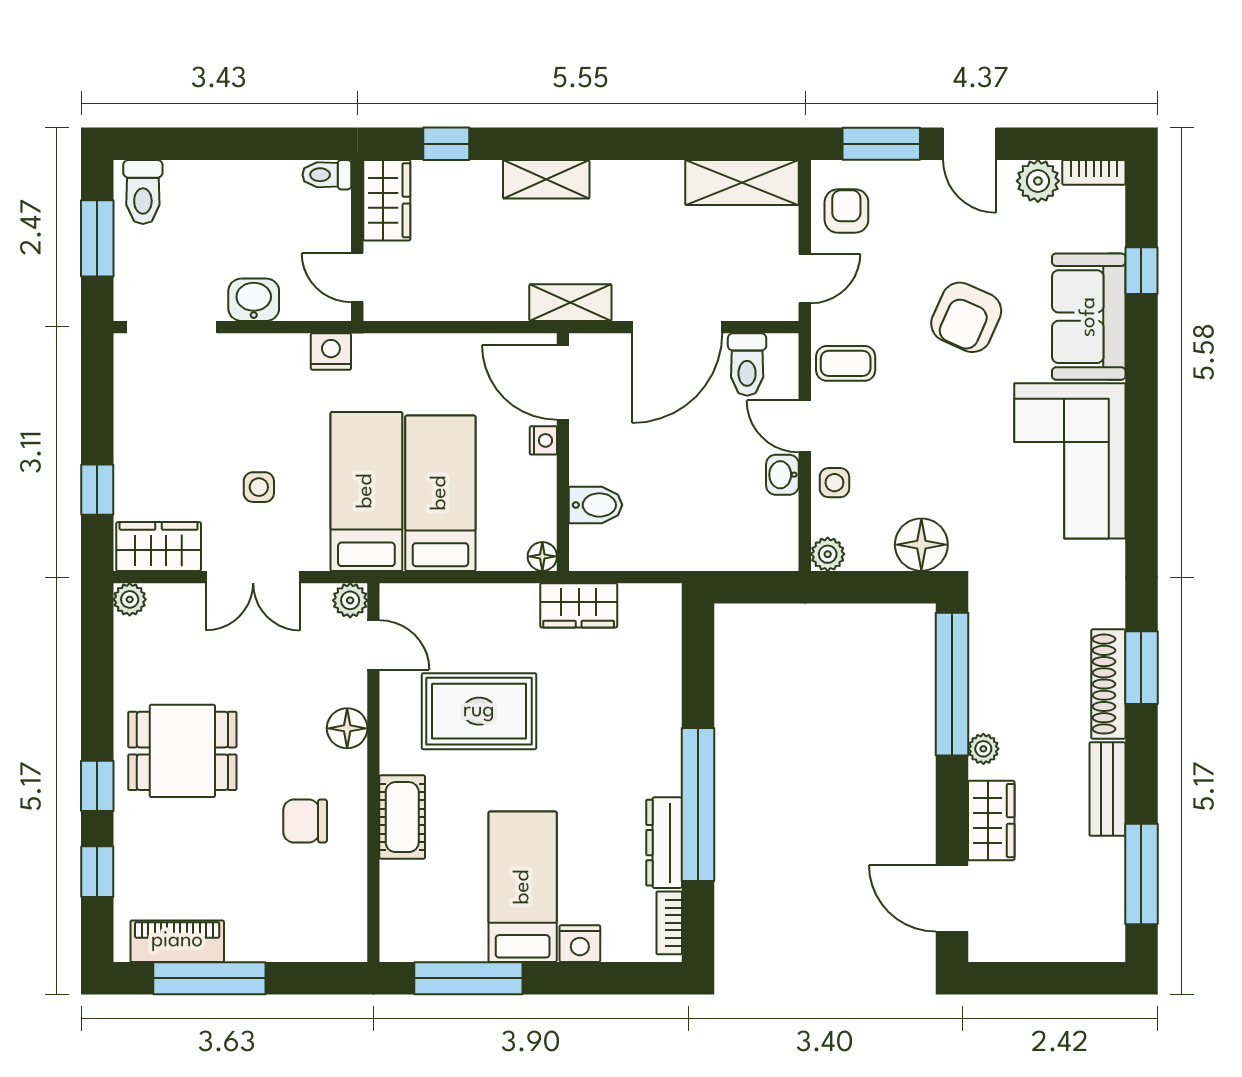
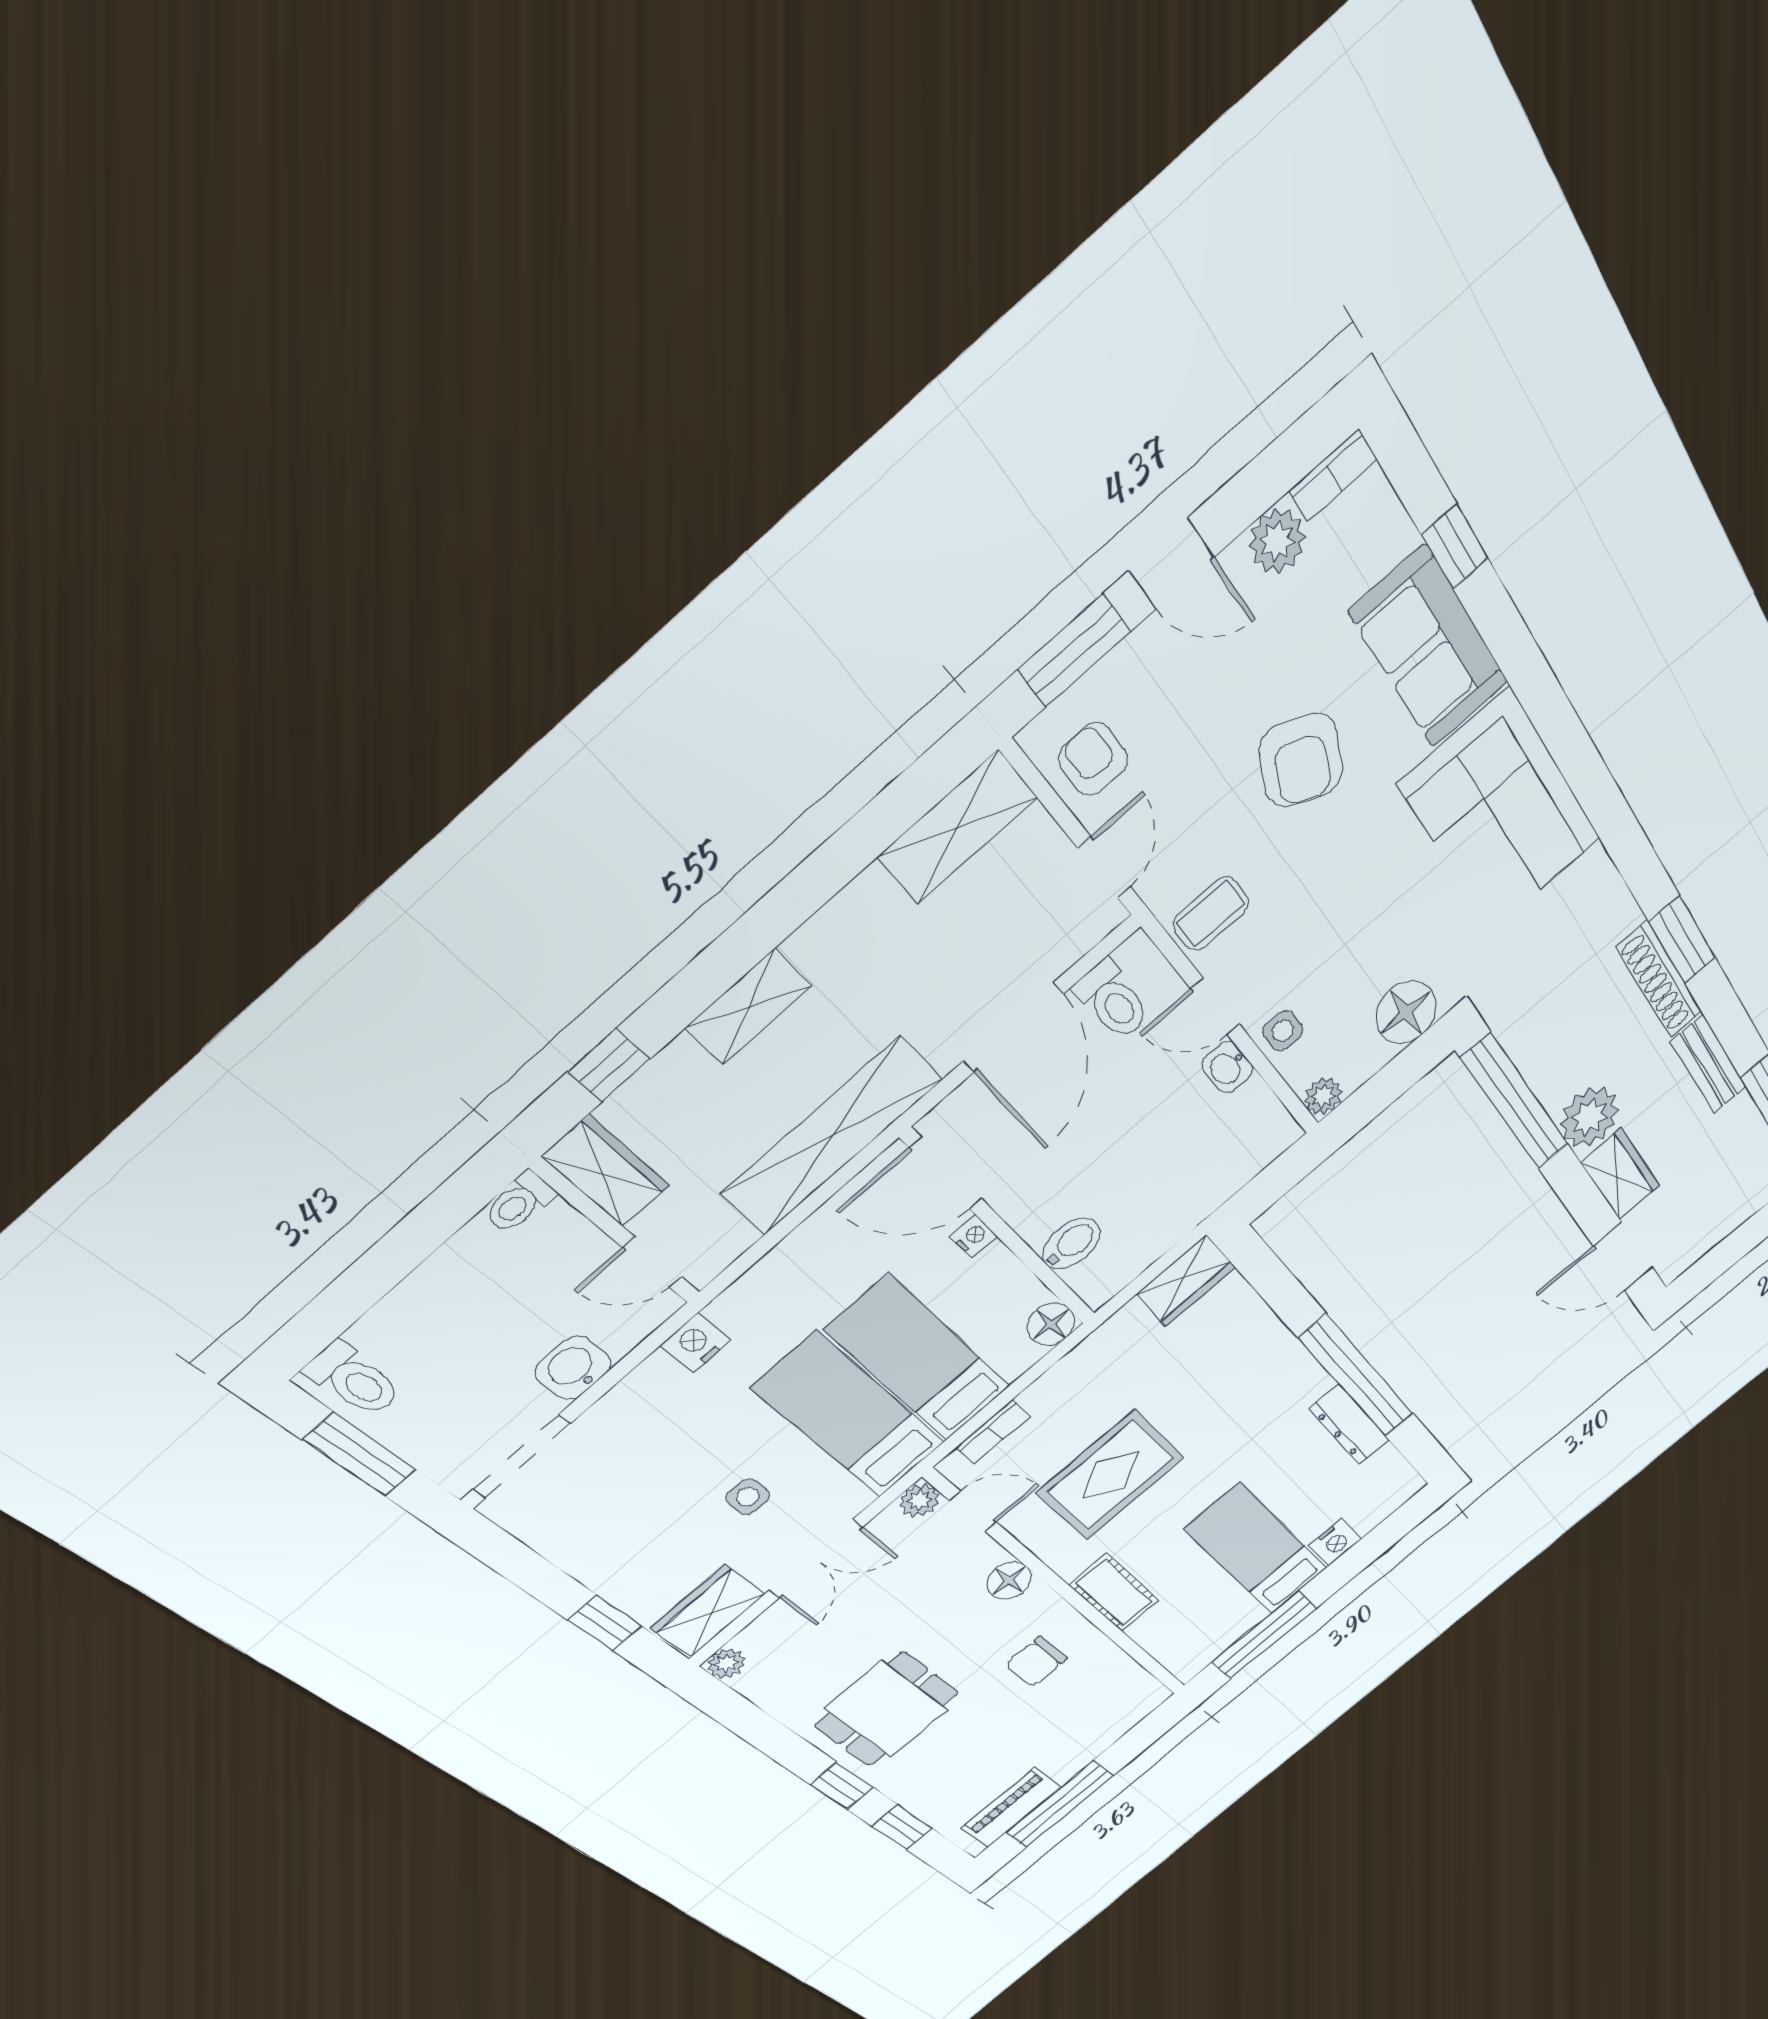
shelving: (570, 303) -> (832, 1136), width x2.20, depth x1.33
floor lamp: (542, 556) -> (1051, 1324), width x1.37, depth x1.37
wardrobe: (579, 605) -> (1186, 1281), moved
plant: (983, 749) -> (1590, 1117), width x1.87, depth x1.87
bookcase: (669, 923) -> (993, 1432), moved, turned -90

